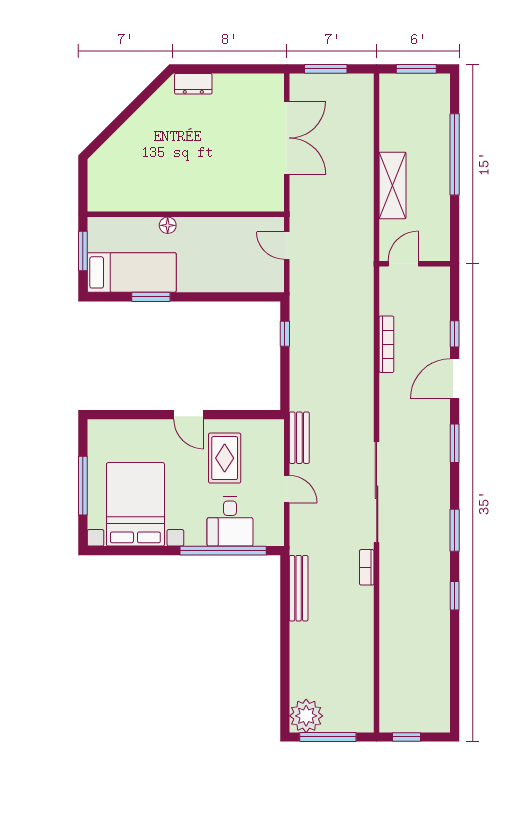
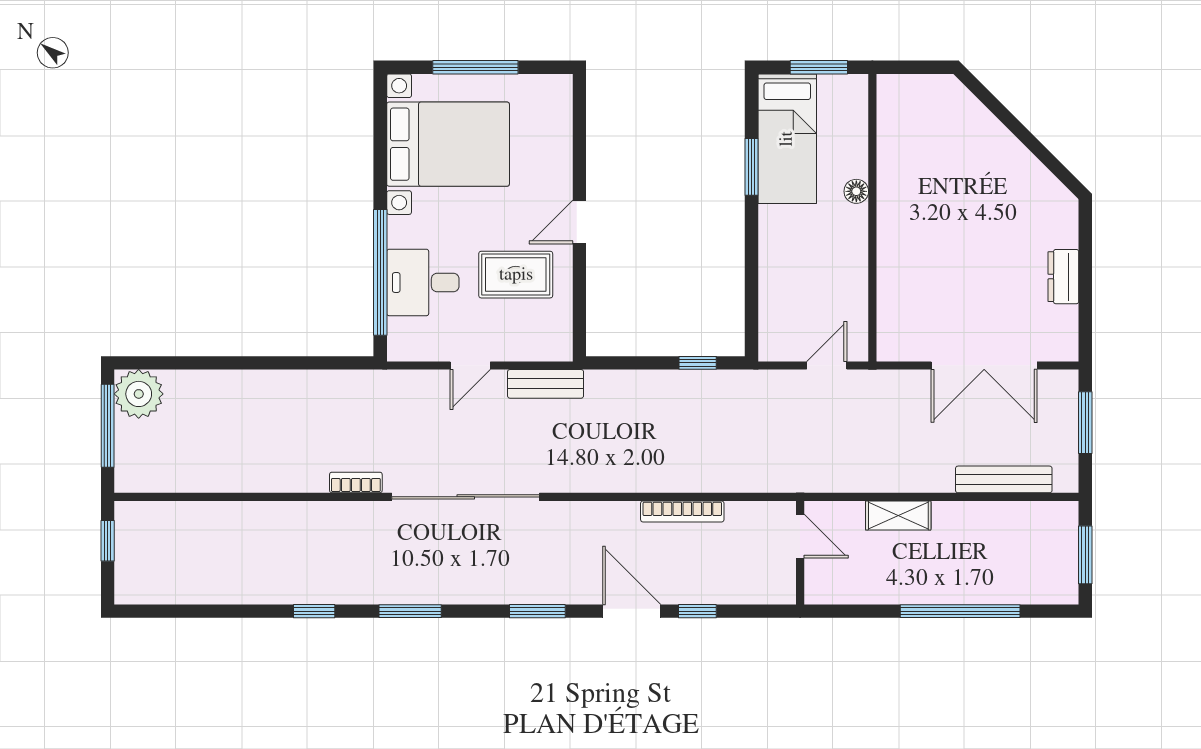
dresser: (193, 84) -> (1063, 277), moved
shelving: (393, 185) -> (898, 515), width x0.67, depth x0.75
bench: (299, 588) -> (1004, 479), moved

